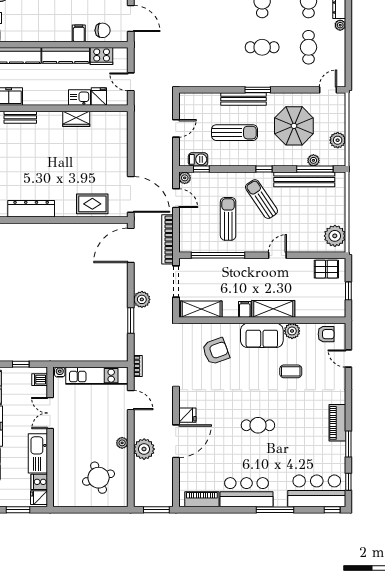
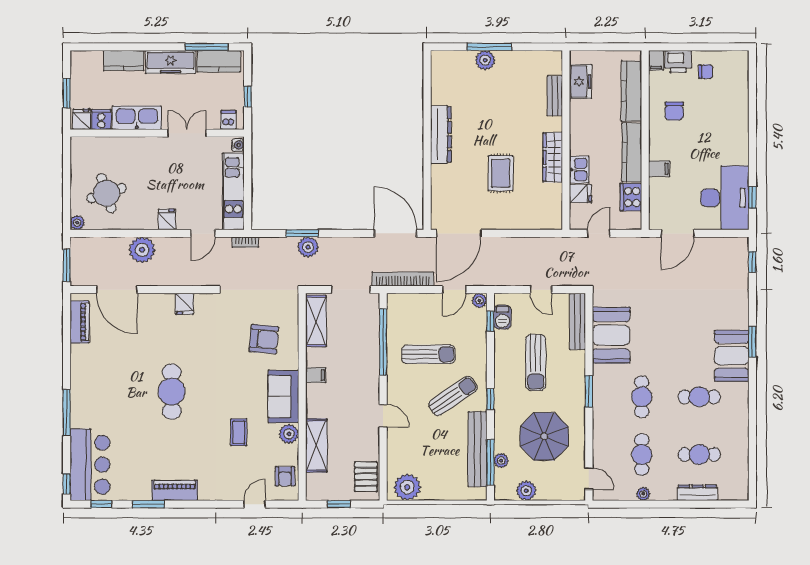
plant: (340, 25) -> (643, 494), moved
chair: (103, 30) -> (674, 111), moved
cafe table: (309, 47) -> (642, 454), turned 90
booth: (213, 72) -> (611, 335), added
bench: (244, 99) -> (577, 322), moved
wardrobe: (76, 119) -> (553, 157), width x1.50
rug: (92, 204) -> (500, 173), moved
dresser: (31, 209) -> (441, 135), moved
plant: (142, 299) -> (308, 247), moved
shelving: (273, 309) -> (316, 445), moved
armchair: (216, 351) -> (264, 339), turned -65
cafe table: (258, 425) -> (172, 392), width x1.37, depth x1.35
fridge: (119, 429) -> (167, 219), added
door: (176, 441) -> (117, 290), moved
plant: (122, 443) -> (77, 223), moved
bar counter: (246, 492) -> (88, 377), removed

